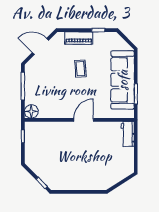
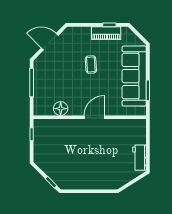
piano: (79, 38) -> (106, 33), moved
floor lamp: (31, 111) -> (61, 109), moved
workbench: (128, 134) -> (140, 158), moved

